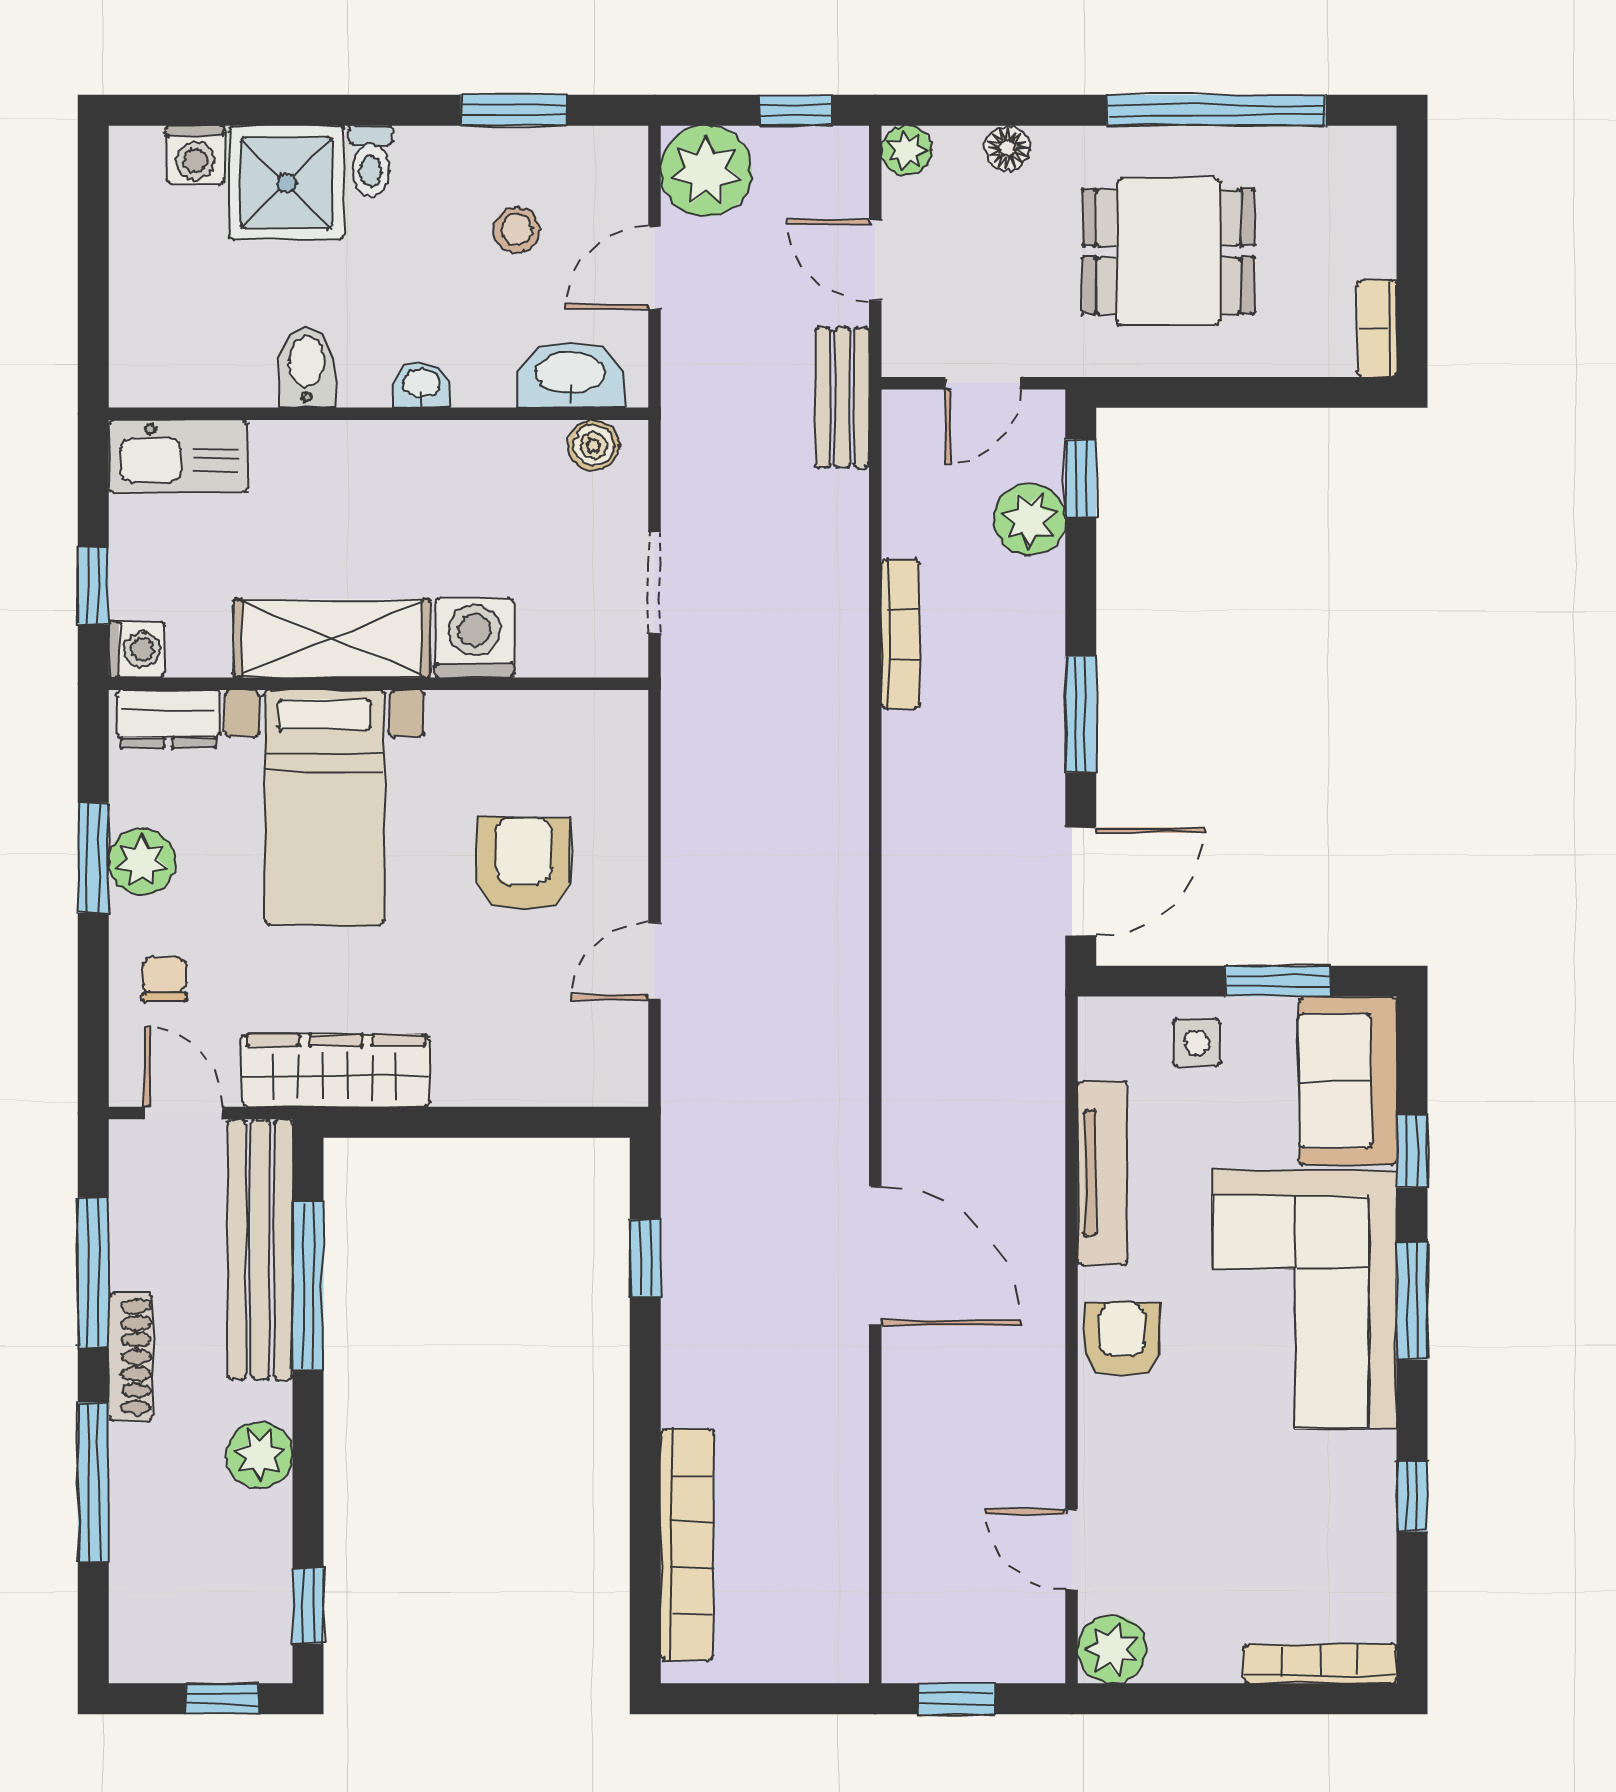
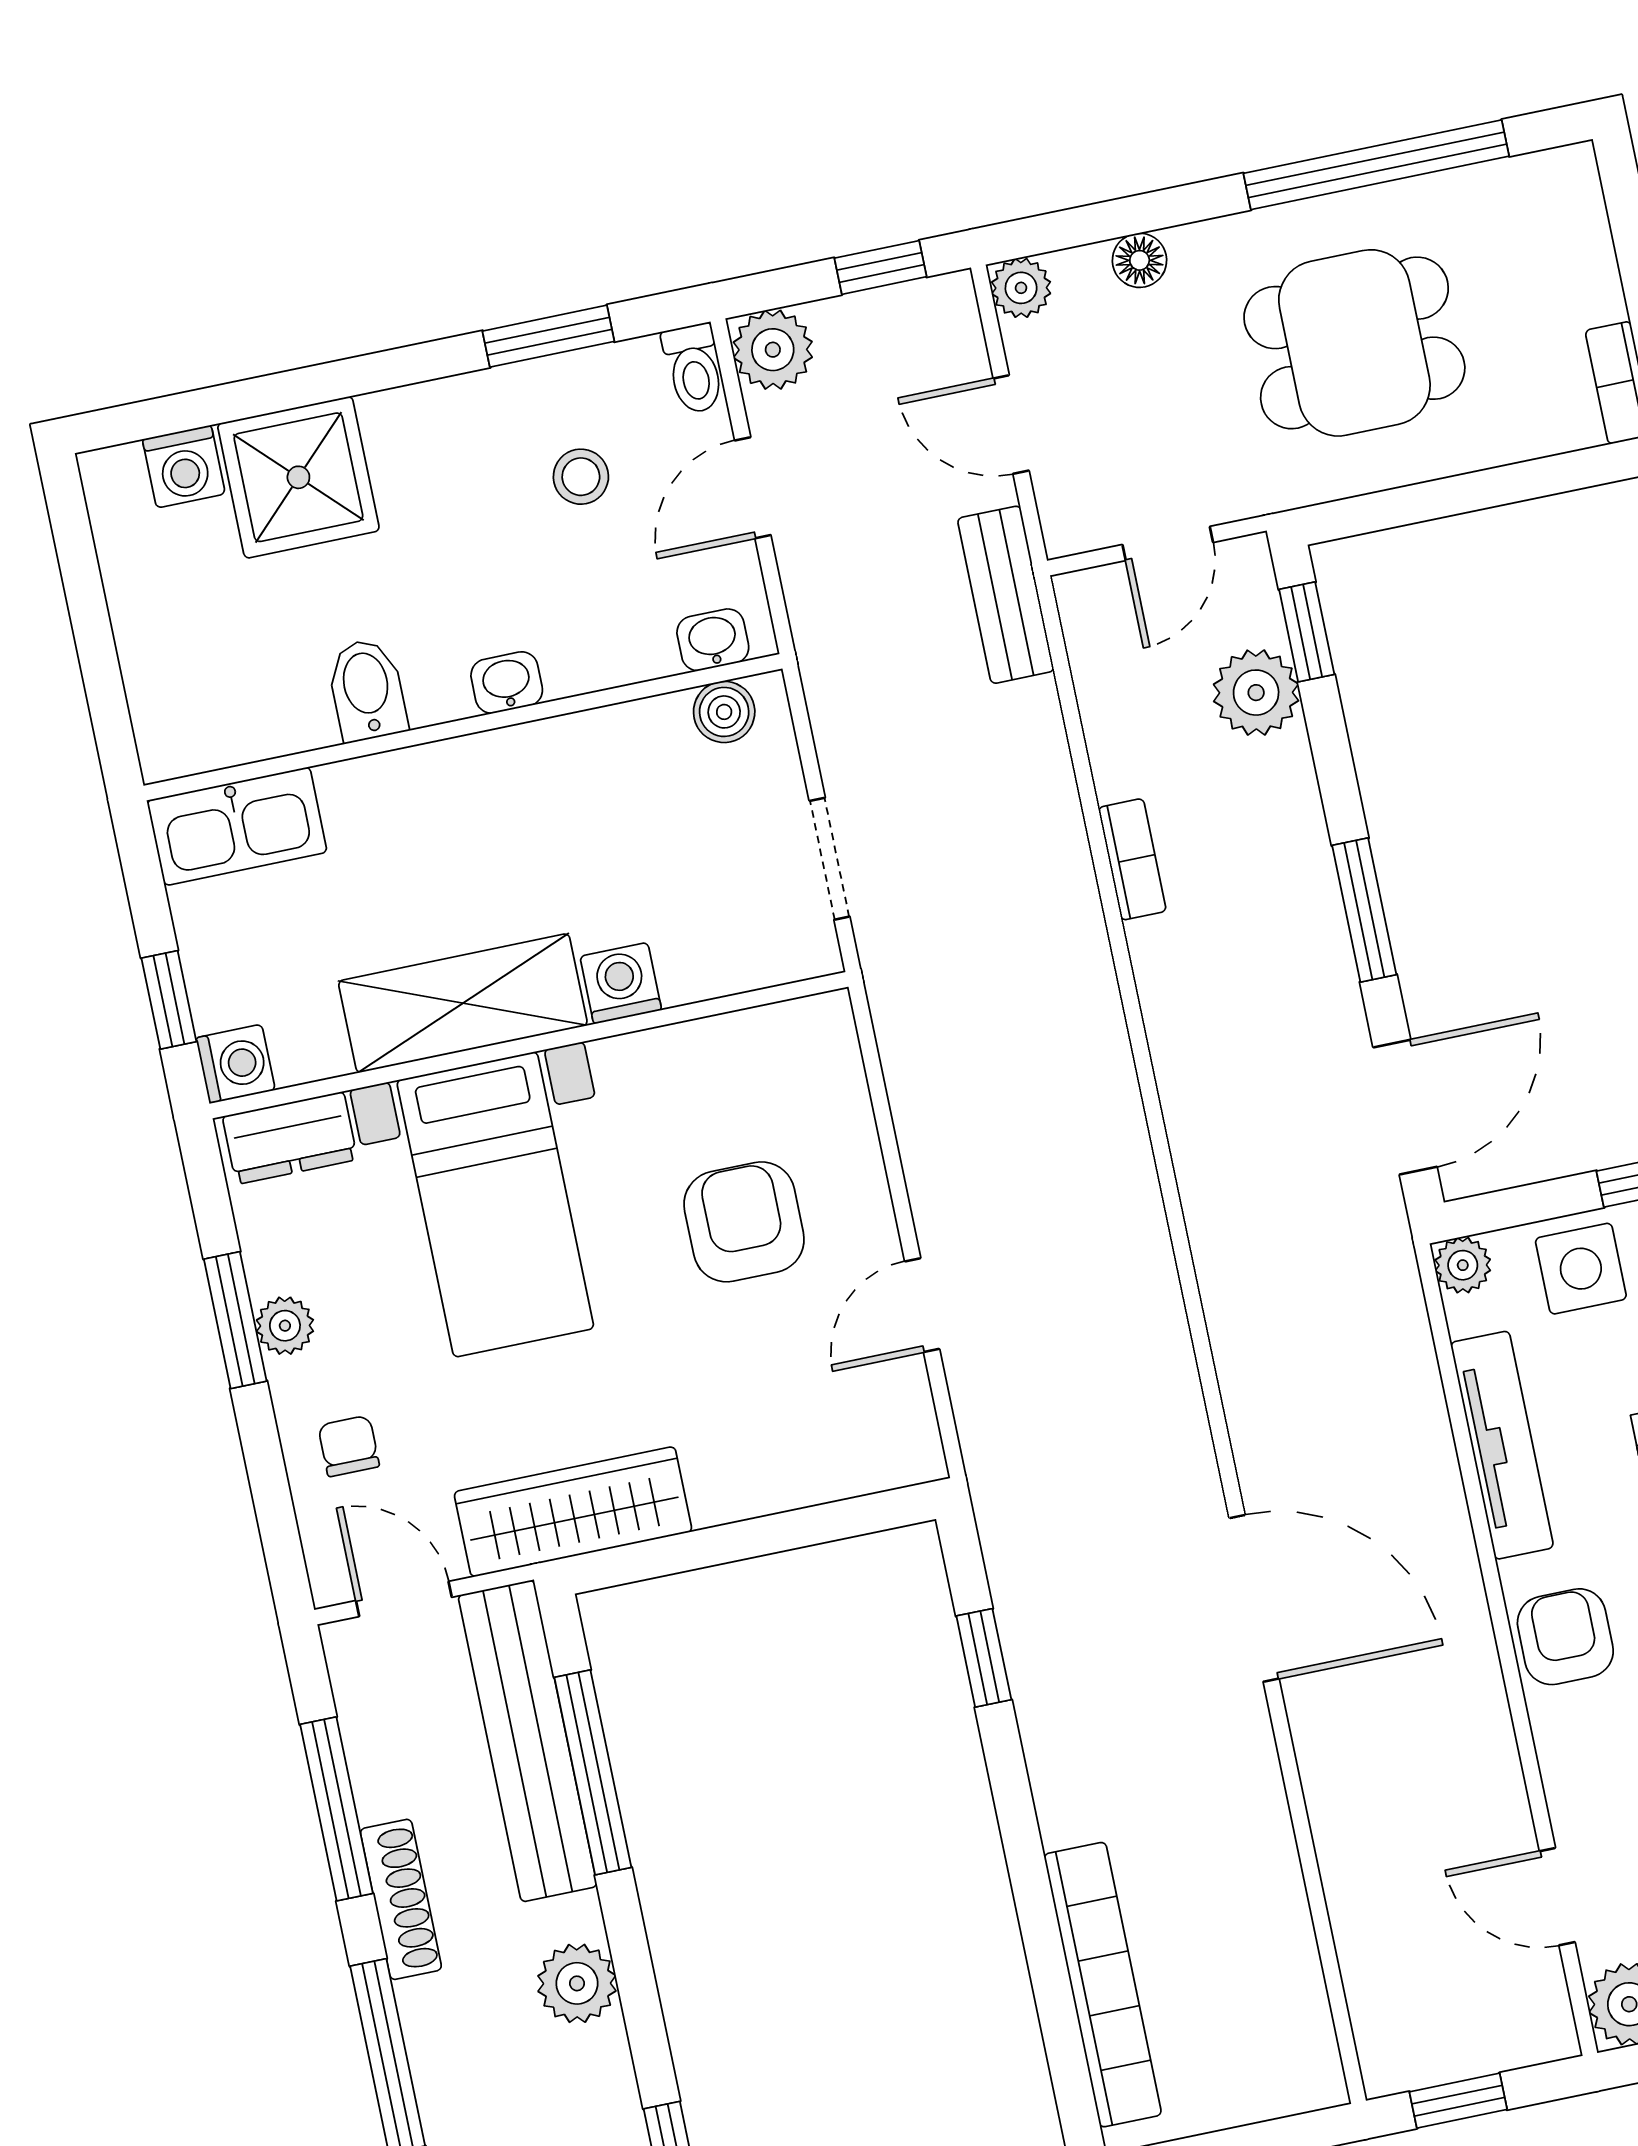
toilet: (371, 161) -> (694, 369), moved
plant: (706, 171) -> (773, 350), width x0.73, depth x0.73
washbasin: (571, 375) -> (713, 640), width x0.52, depth x0.69
bookcase: (901, 634) -> (1132, 859), width x0.64
washing machine: (475, 638) -> (621, 983), width x0.73, depth x0.73
plant: (142, 862) -> (285, 1326), width x0.73, depth x0.73
plant: (1101, 1020) -> (1463, 1265), added
side table: (1197, 1043) -> (1581, 1269), width x1.37, depth x1.37

